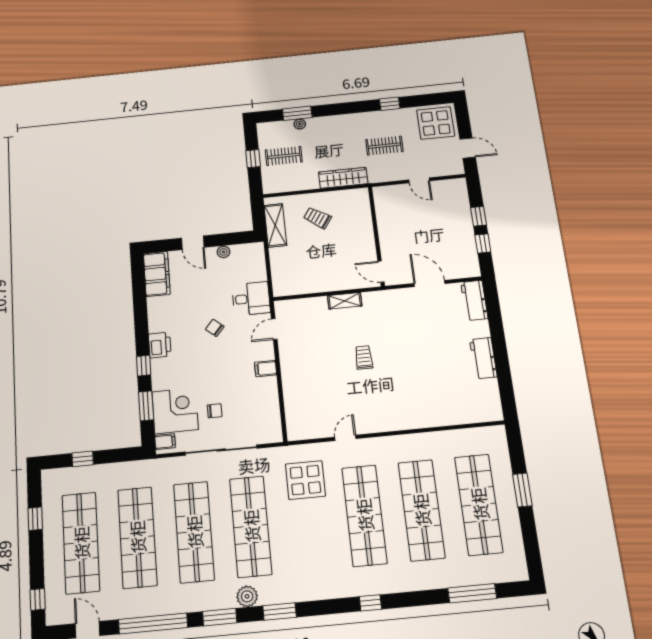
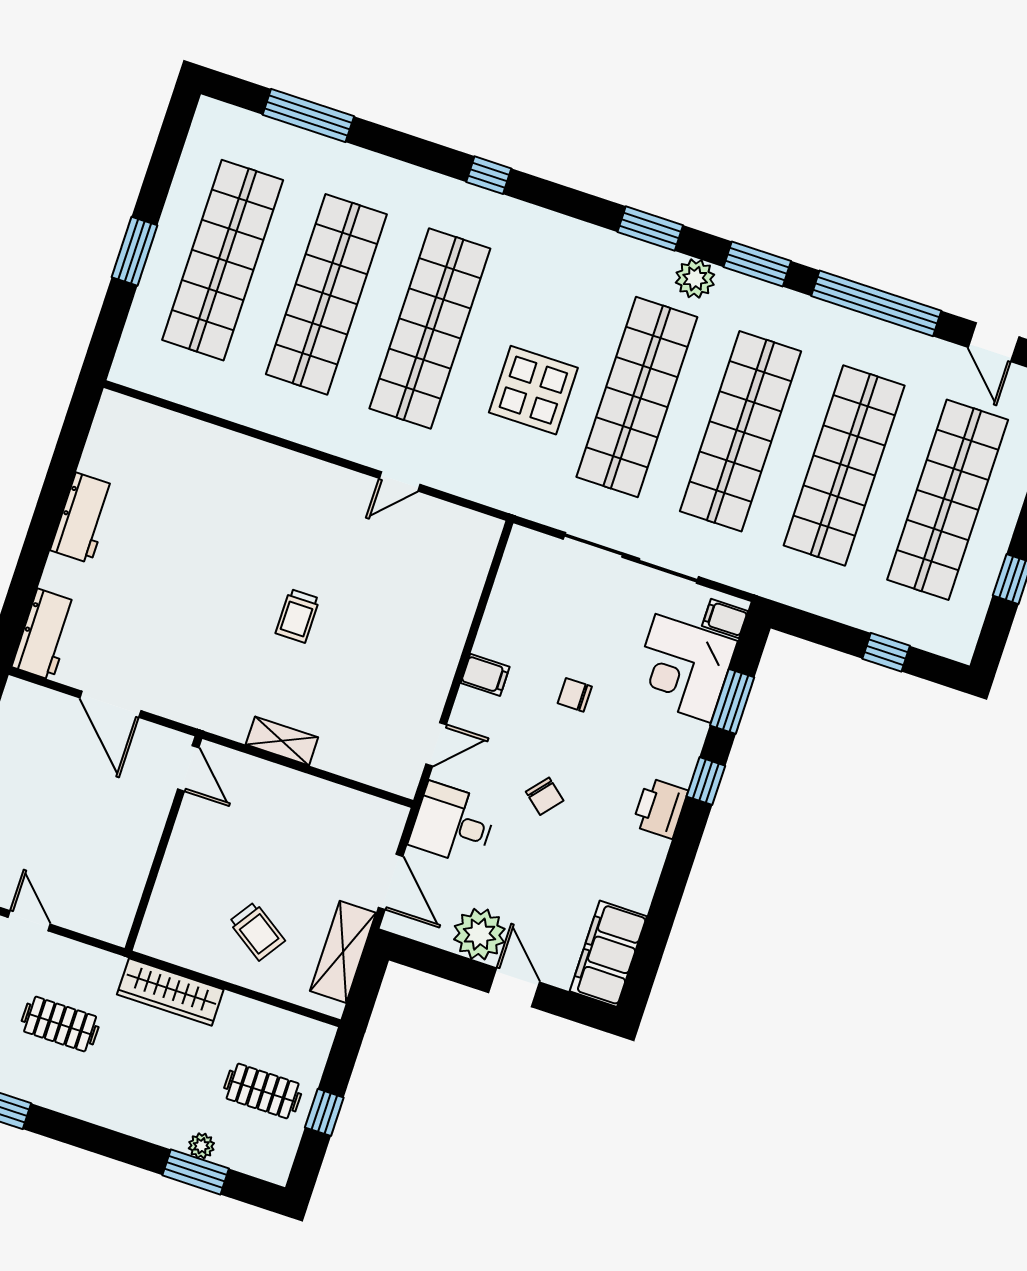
plant: (223, 252) -> (479, 934), width x1.87, depth x1.87
door: (268, 263) -> (391, 882), added
chair: (215, 411) -> (575, 695), moved
display table: (305, 480) -> (533, 390), moved

